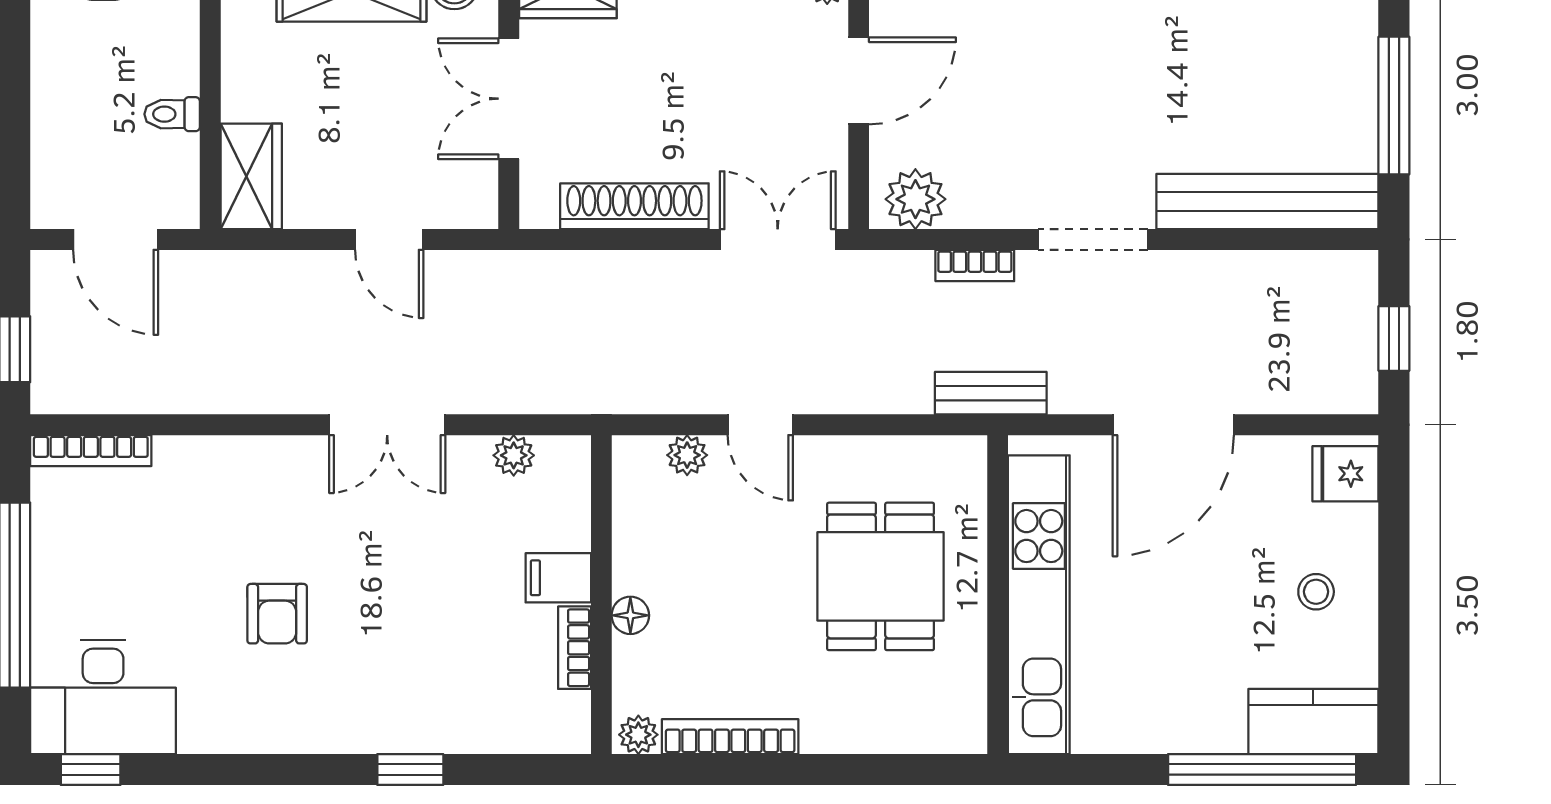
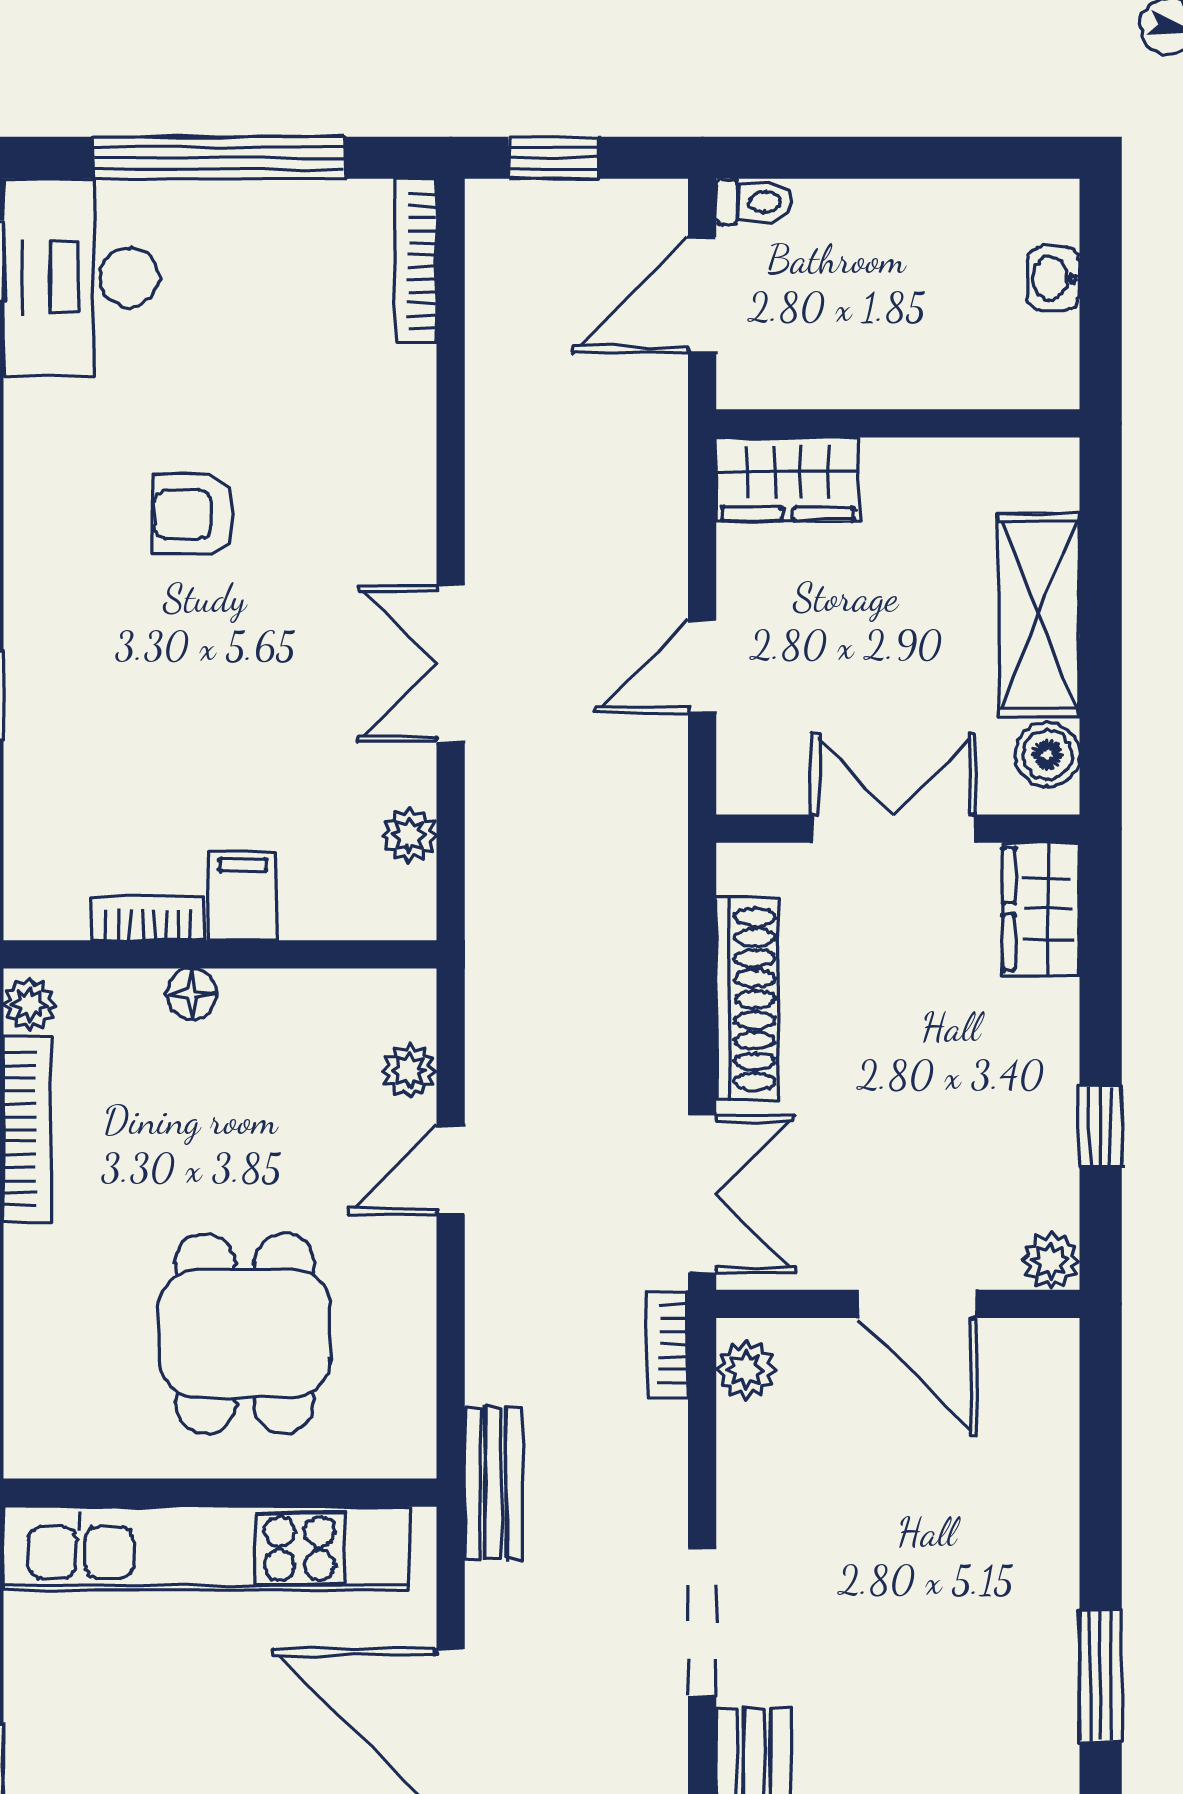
toilet: (172, 114) -> (754, 202), moved, turned 90
plant: (915, 199) -> (746, 1370), width x0.73, depth x0.73
bookcase: (975, 266) -> (667, 1344), moved
dining table: (881, 576) -> (245, 1333), turned 90

